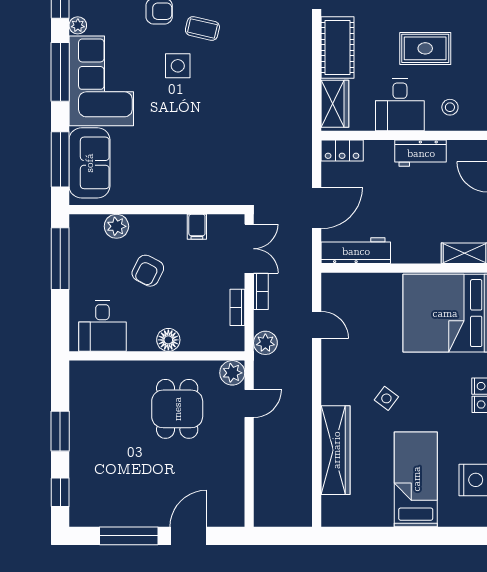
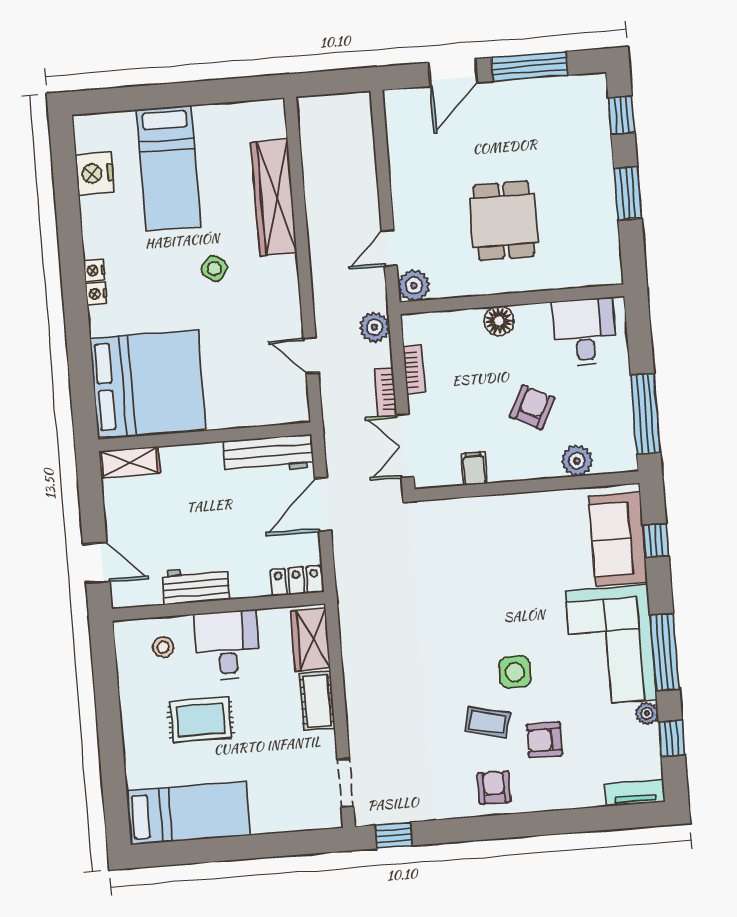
cot: (338, 48) -> (317, 701), width x0.73, depth x0.75
window: (60, 159) -> (656, 540), width x0.46
dining table: (177, 409) -> (504, 221), moved

